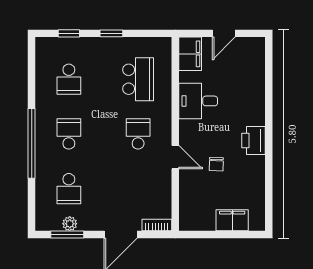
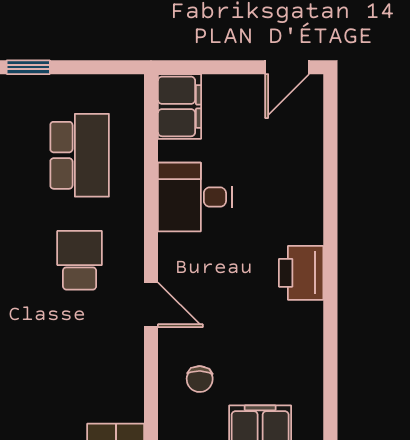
door: (224, 33) -> (287, 67), moved
chair: (216, 164) -> (200, 379), moved

